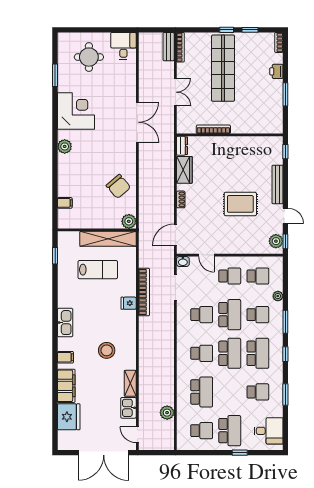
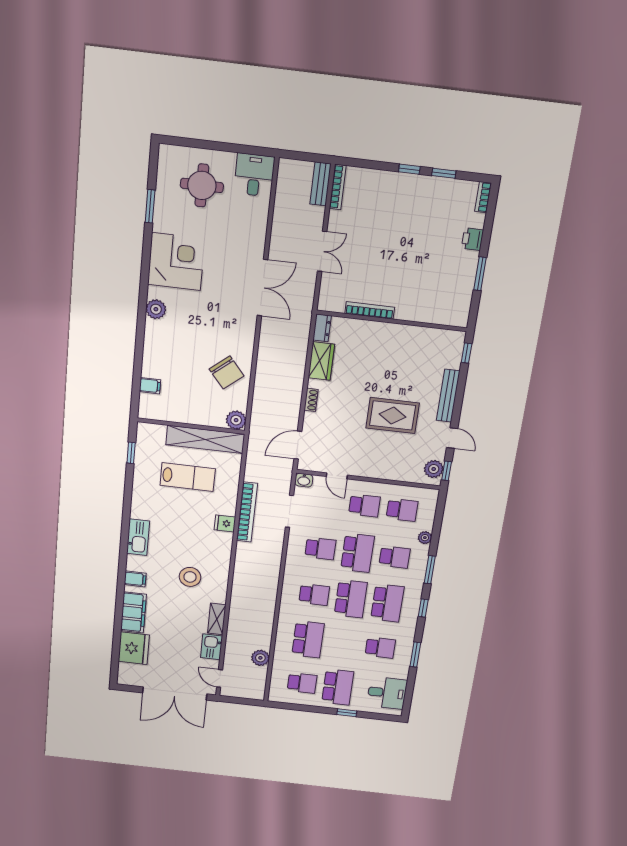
shop shelf: (223, 68) -> (396, 225), removed

